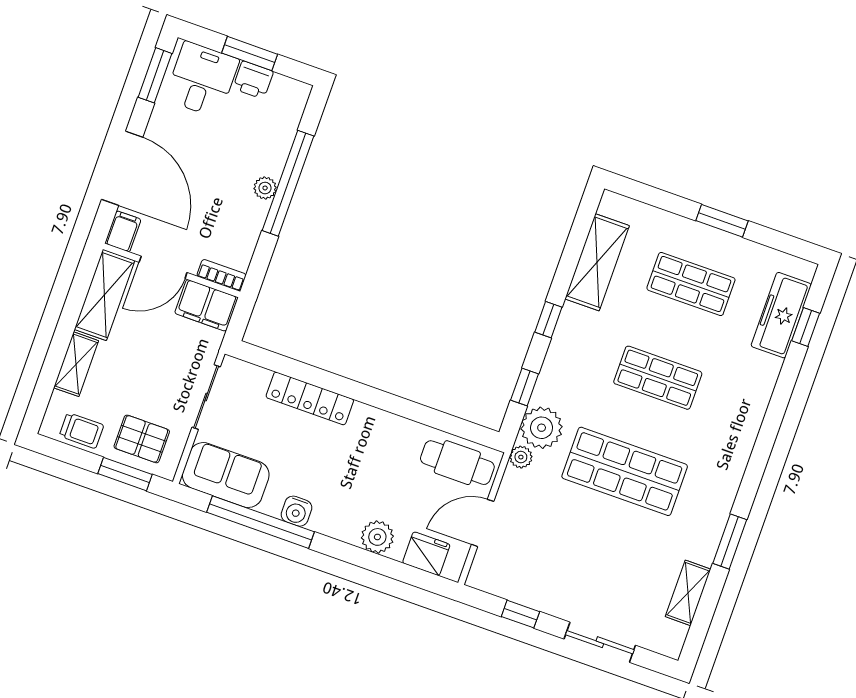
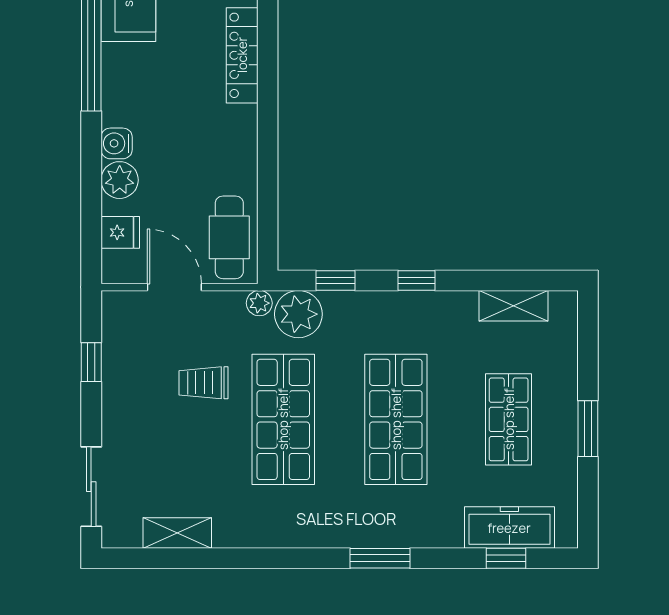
shelving: (597, 262) -> (513, 306), width x0.67, depth x0.75
shop shelf: (658, 378) -> (396, 419), width x1.43, depth x1.36
water cooler: (296, 511) -> (117, 143), moved
trolley: (571, 527) -> (204, 383), added
window: (730, 541) -> (380, 558), moved
fridge: (426, 554) -> (120, 232), width x0.72
sliding door: (600, 642) -> (91, 487), moved

